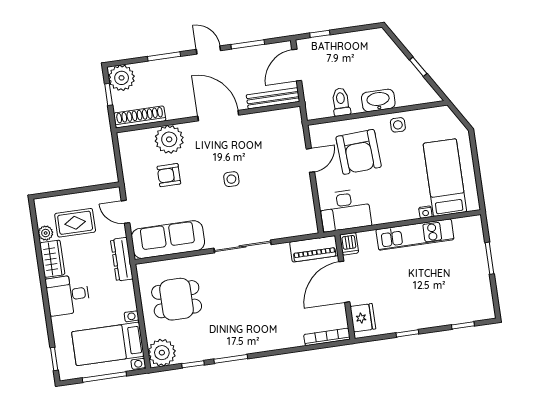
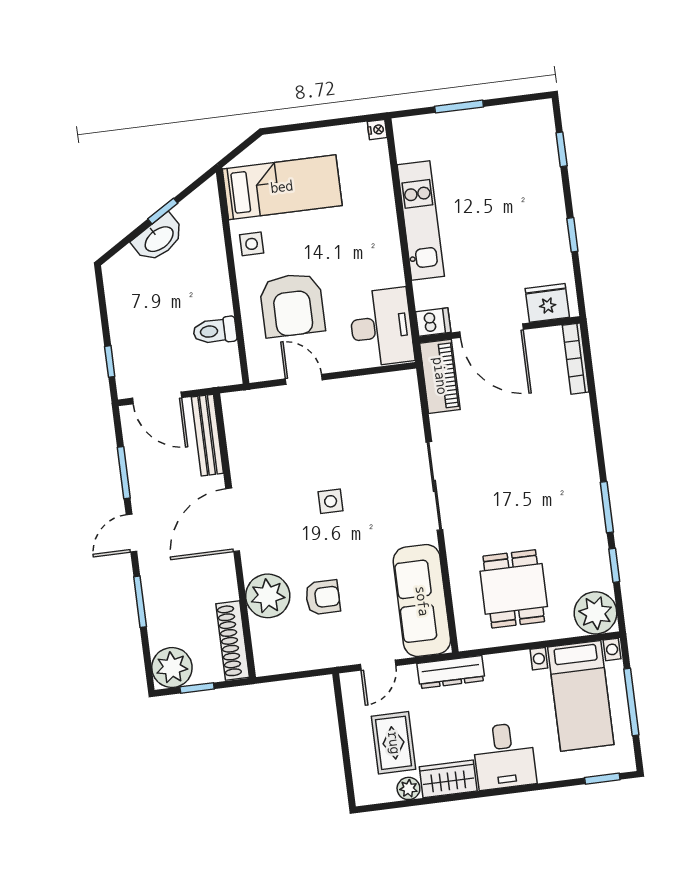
washbasin: (378, 100) -> (159, 238), moved, turned -122
armchair: (359, 152) -> (292, 305), turned 93
armchair: (169, 175) -> (323, 597), turned -90
bed: (445, 178) -> (282, 187), moved, turned 180
nightstand: (425, 212) -> (377, 130), moved

